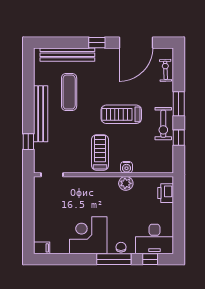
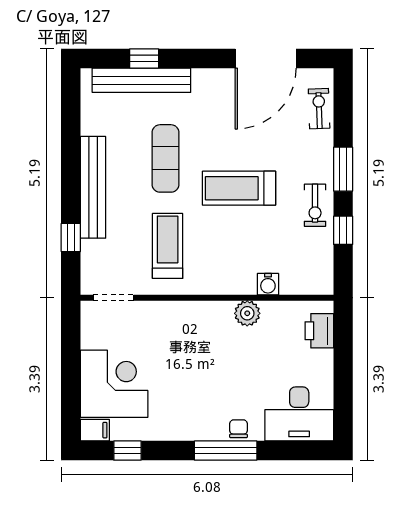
window: (97, 43) -> (144, 58), moved
exercise mat: (69, 92) -> (165, 158), moved
exercise bike: (163, 124) -> (315, 205), width x0.73, depth x0.72
treadmill: (100, 152) -> (168, 246), moved
water cooler: (126, 167) -> (268, 284), moved
corner desk: (88, 235) -> (114, 384), moved, turned 90
window: (150, 259) -> (127, 451), moved

